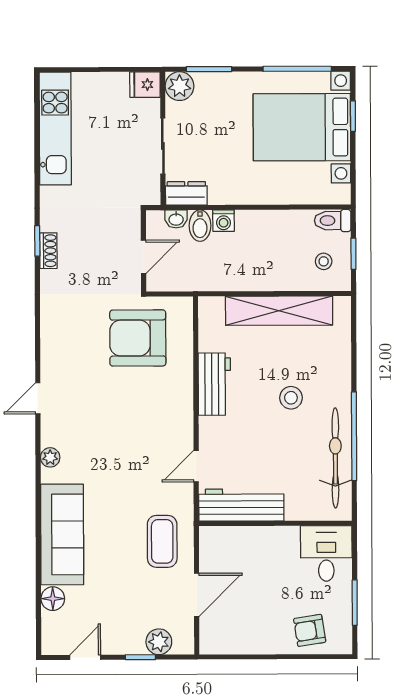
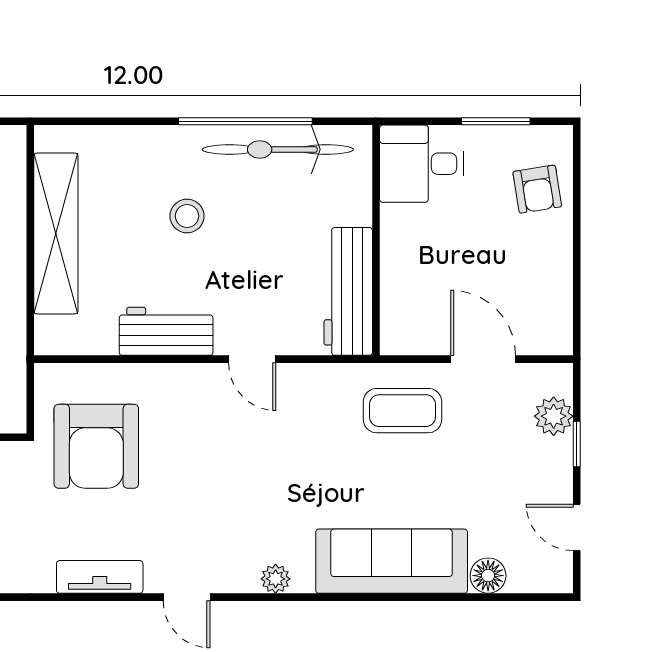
tv unit: (51, 341) -> (100, 577), added
door: (196, 466) -> (252, 359), moved

